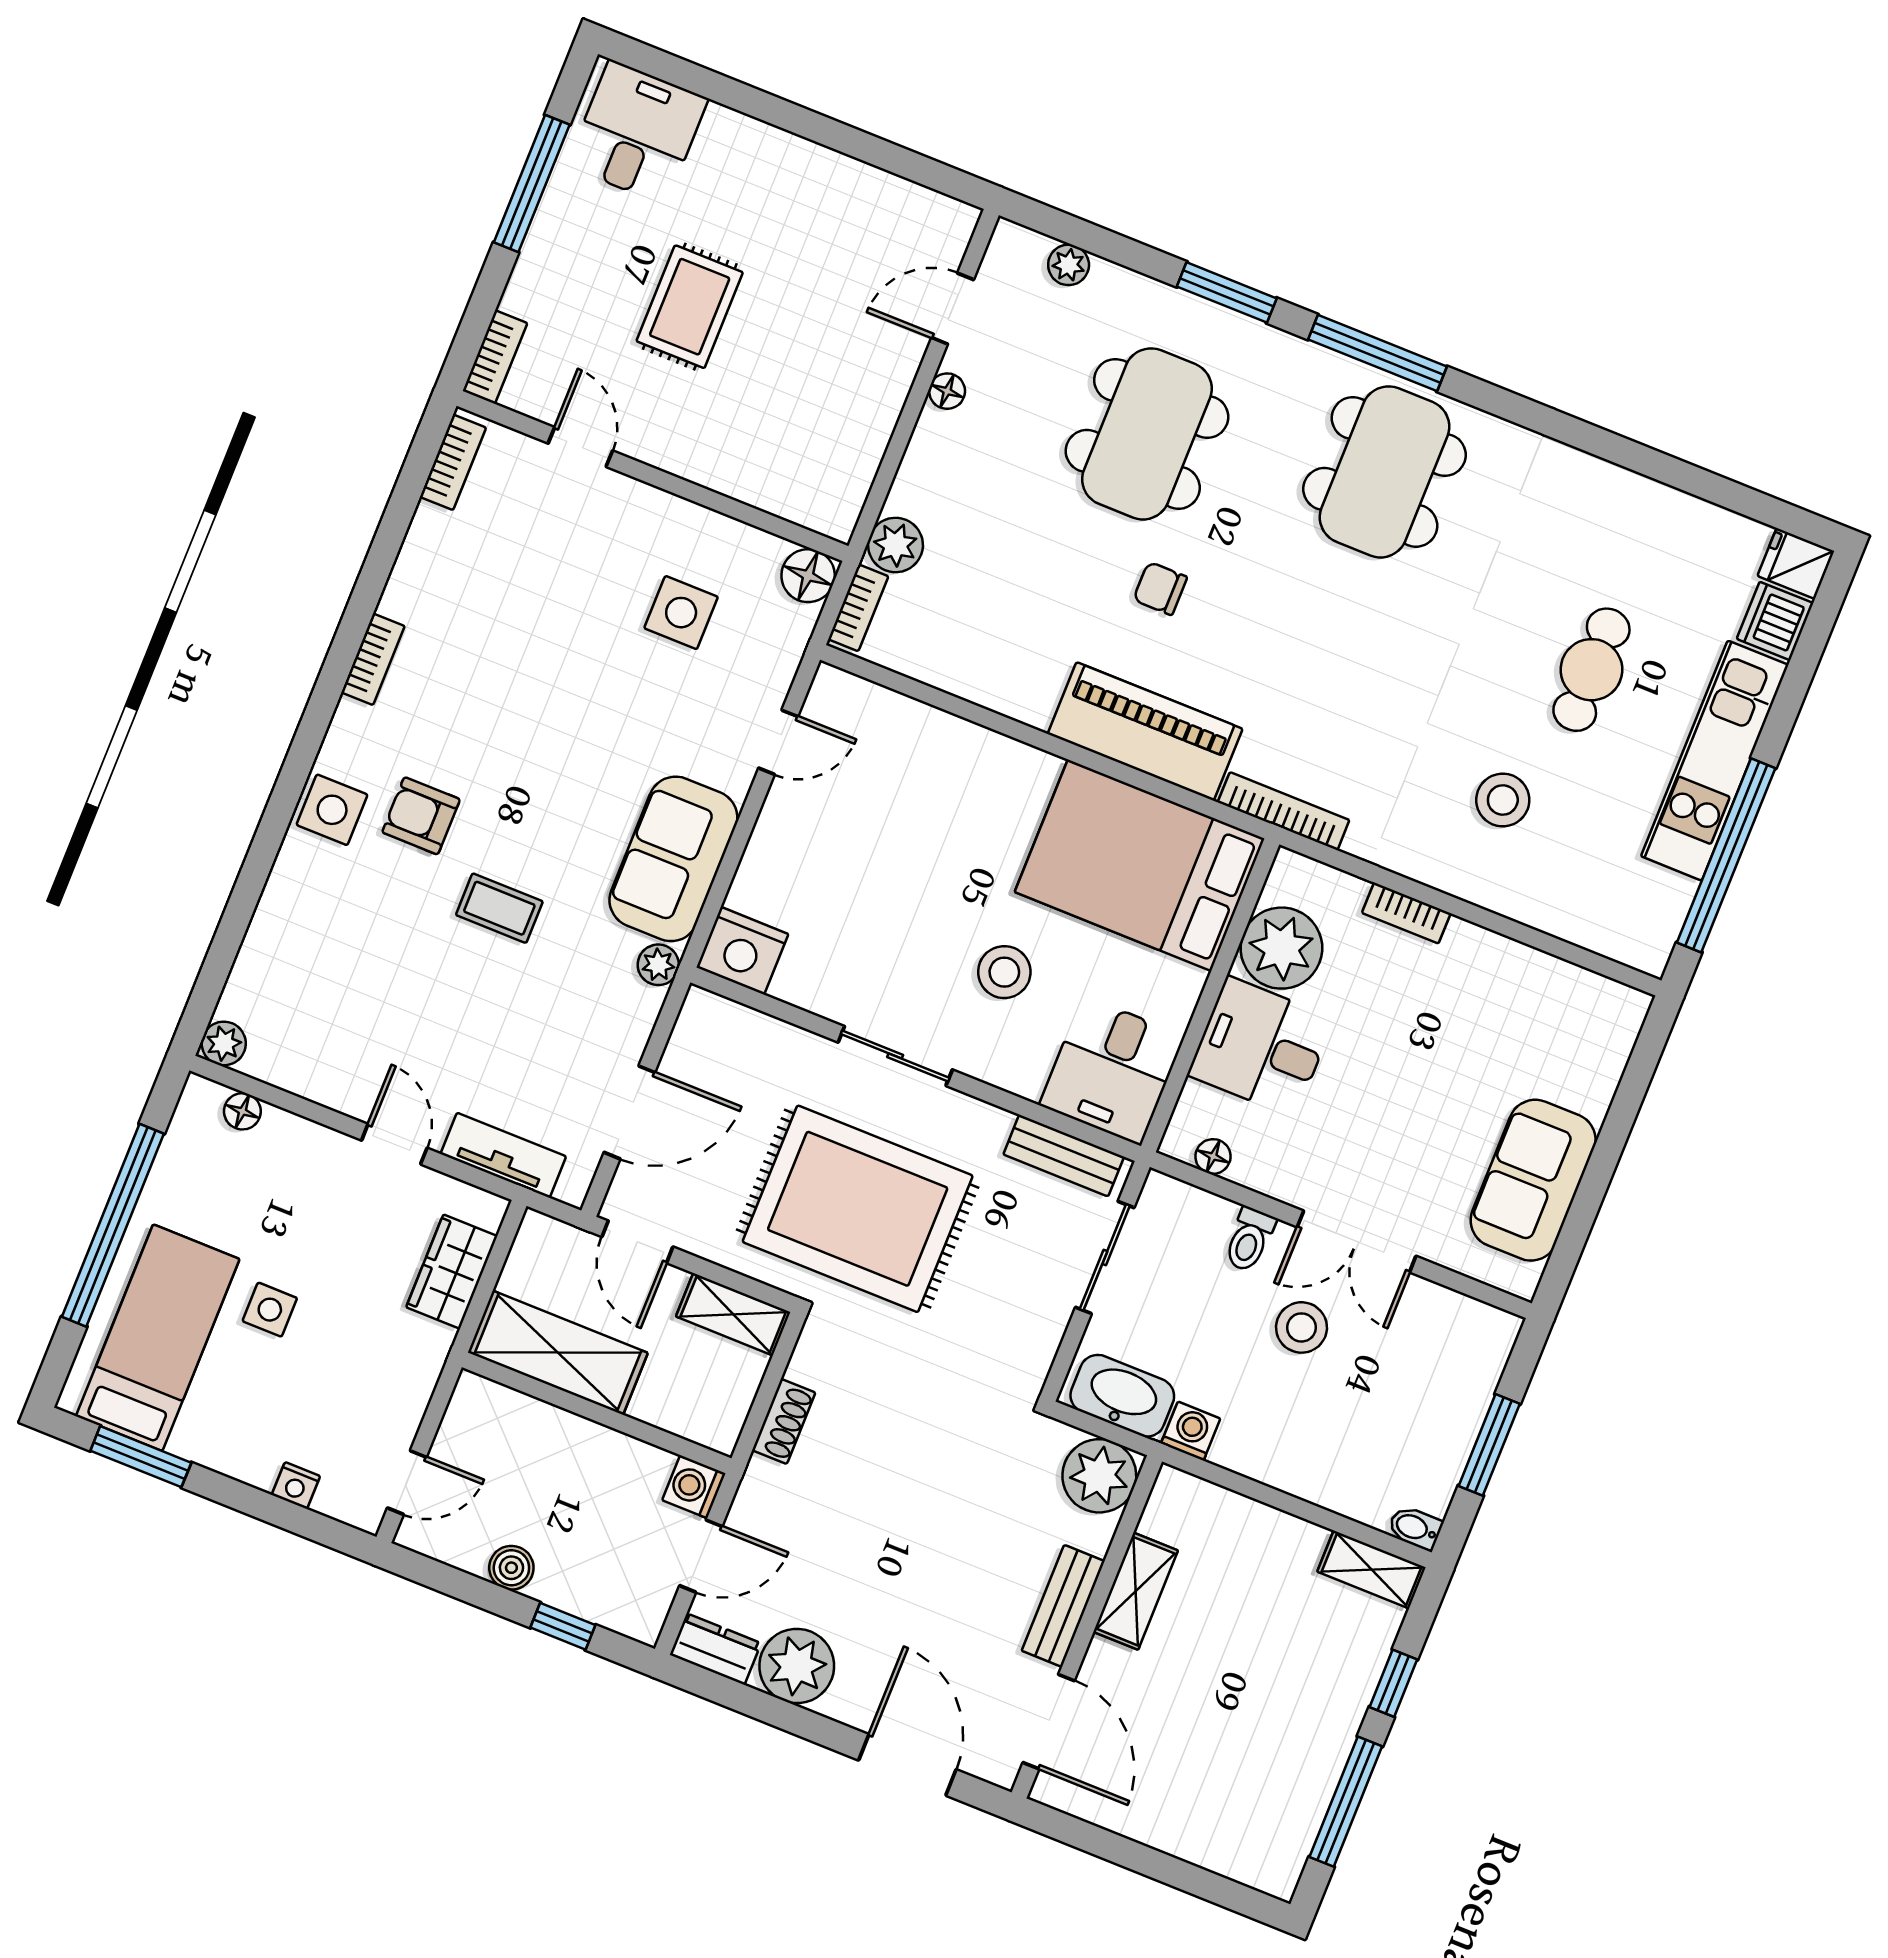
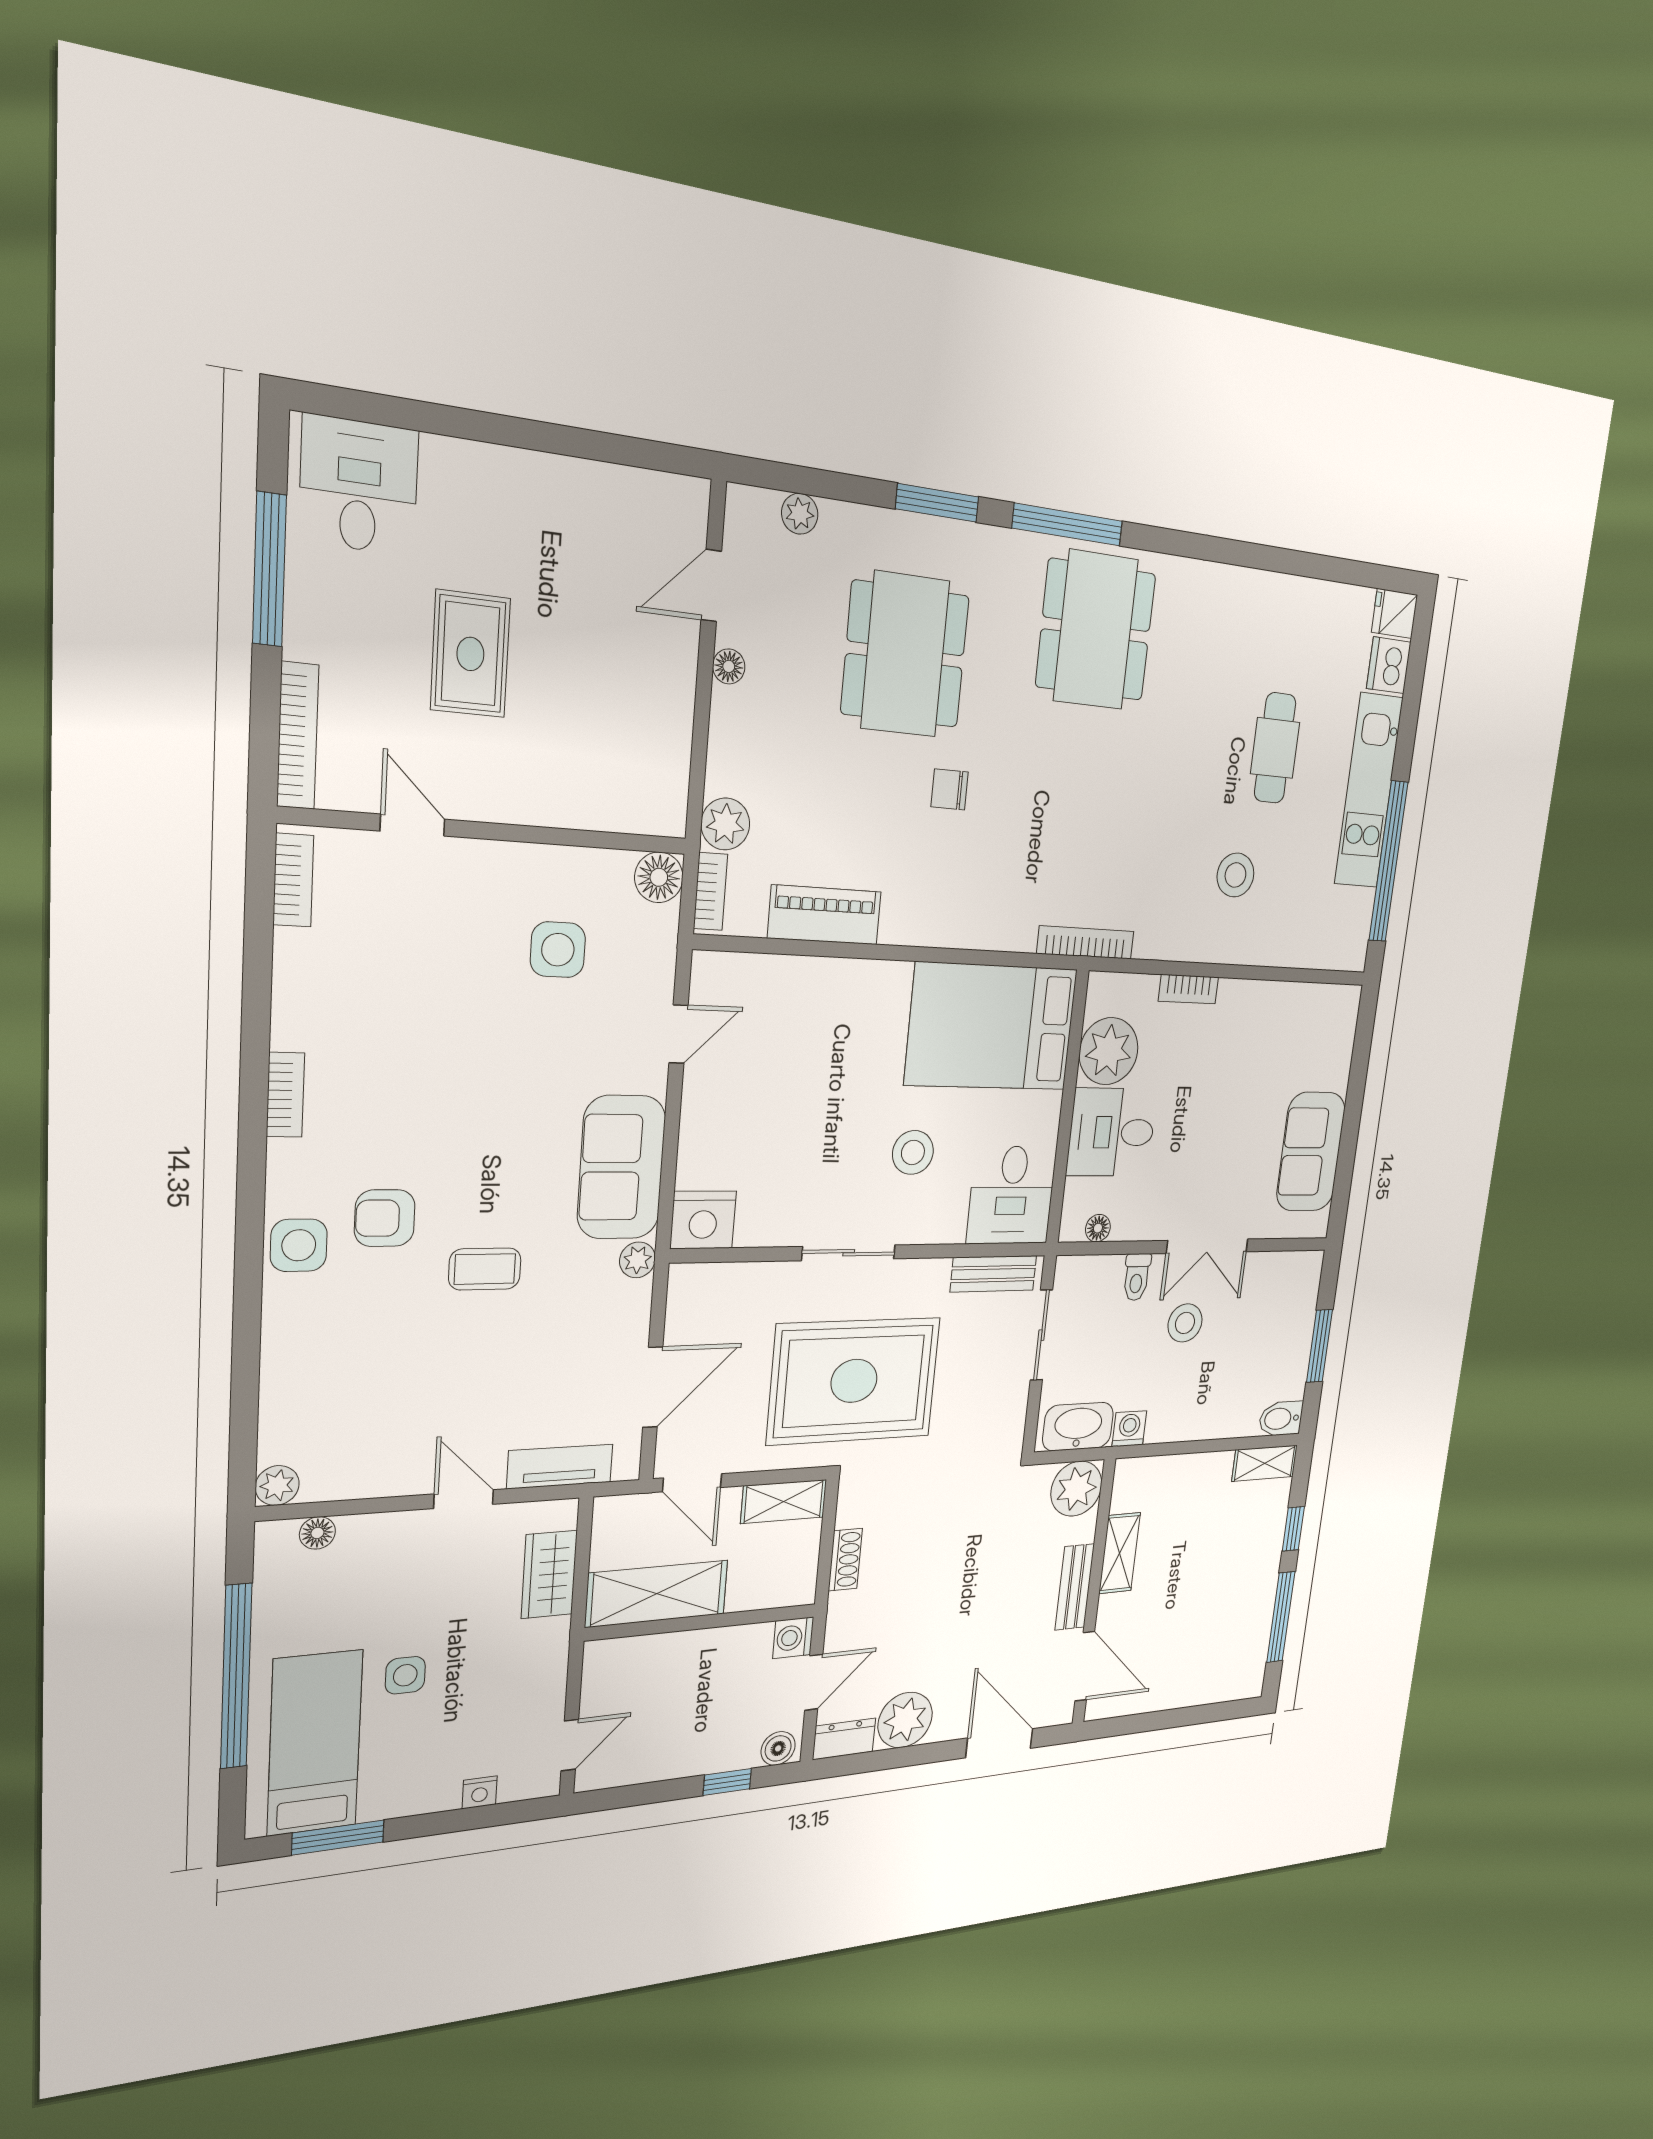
bookcase: (495, 357) -> (298, 736), width x1.56
piano: (1145, 731) -> (825, 915), moved, width x0.73, depth x0.75
bidet: (1415, 1528) -> (1281, 1419), width x1.38, depth x1.36
boiler: (511, 1568) -> (778, 1748), moved

